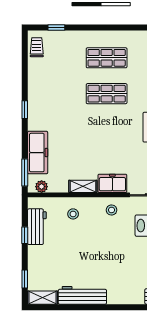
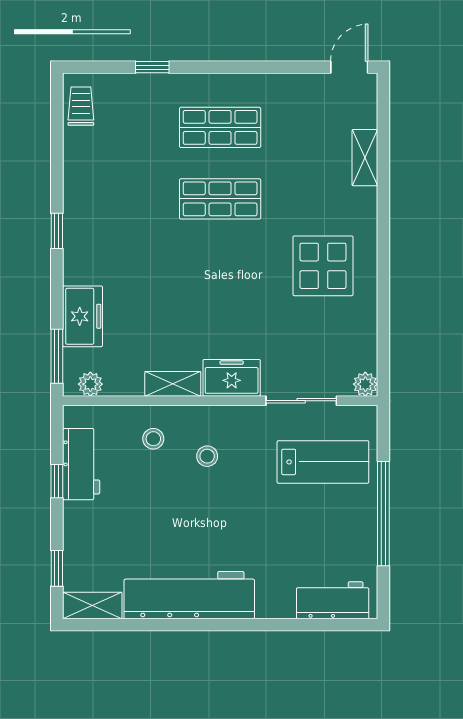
window: (56, 28) -> (152, 67), moved
freezer: (38, 153) -> (82, 316), width x0.71
stool: (112, 210) -> (207, 456), moved
workbench: (82, 295) -> (189, 595), width x1.36, depth x1.32

